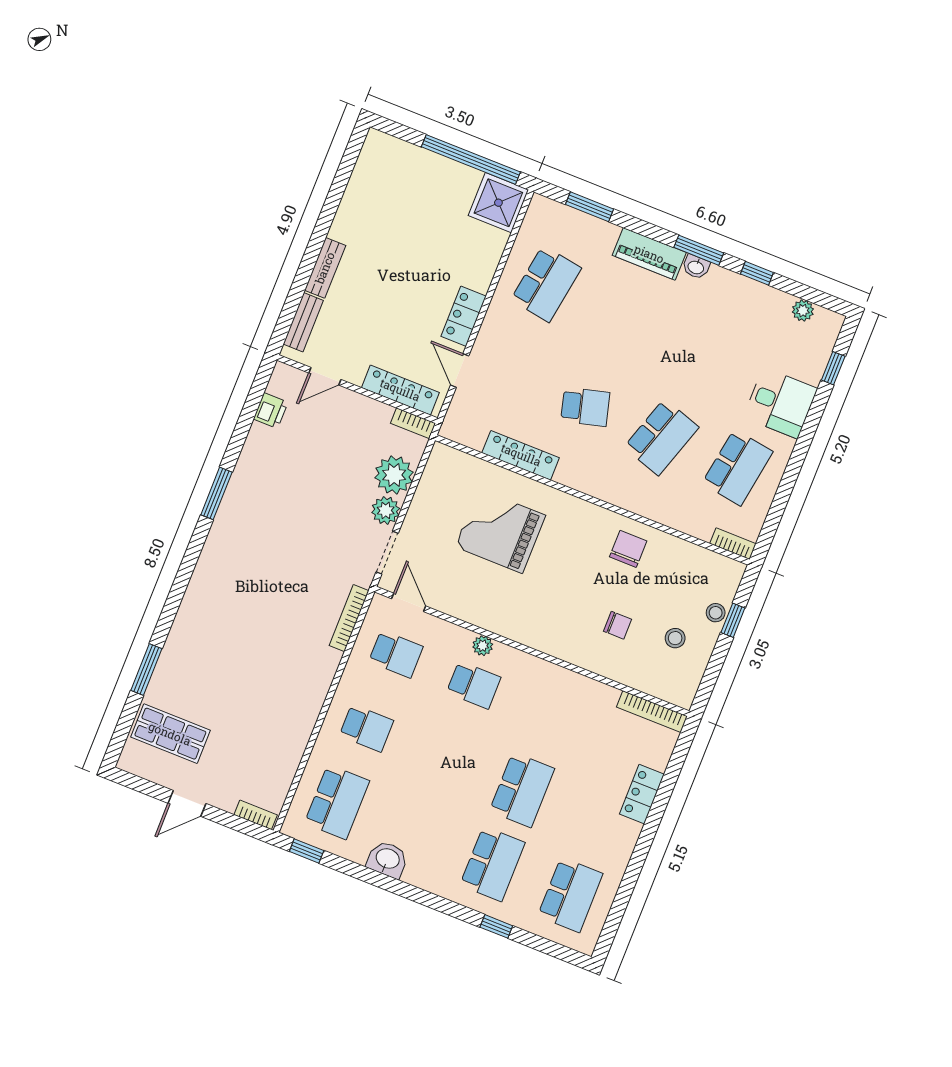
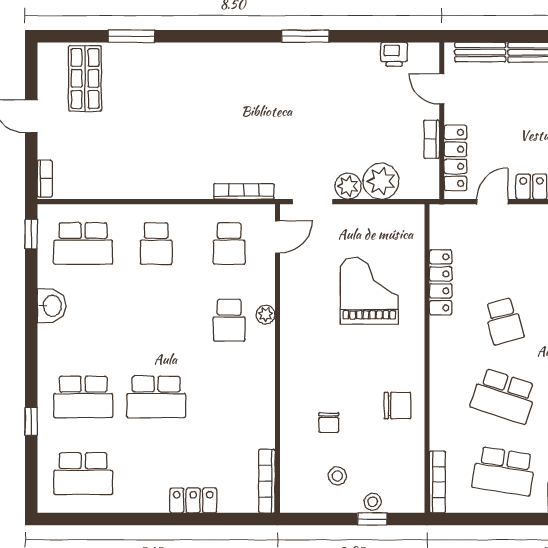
bookcase: (413, 423) -> (432, 139), moved
bookcase: (733, 544) -> (437, 482), width x1.56

